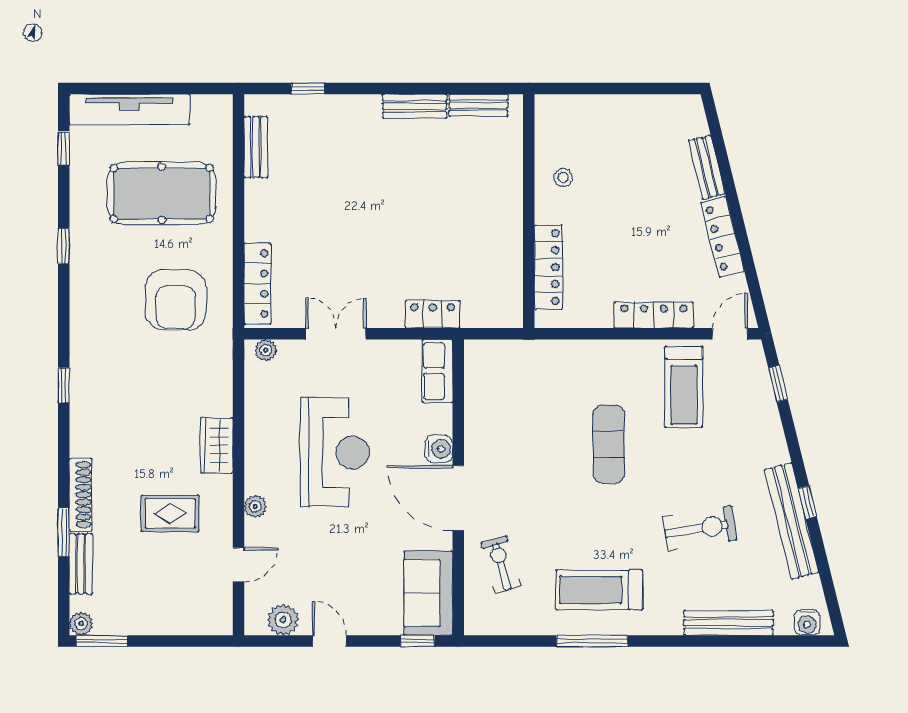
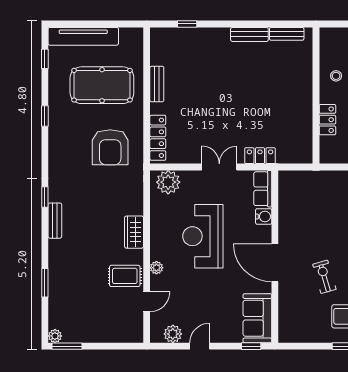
bench: (256, 147) -> (157, 84), moved
locker: (548, 267) -> (327, 120), width x0.66
double door: (336, 334) -> (219, 167), moved
plant: (266, 350) -> (168, 182), width x1.88, depth x1.88
water cooler: (439, 449) -> (264, 216), moved
reception desk: (335, 452) -> (203, 236), turned 180
shoe rack: (81, 495) -> (55, 261), removed
rug: (170, 513) -> (125, 276), moved
bench: (81, 564) -> (55, 221), moved
exercise bike: (501, 564) -> (324, 277), moved
door: (329, 641) -> (200, 346), hinge flipped

